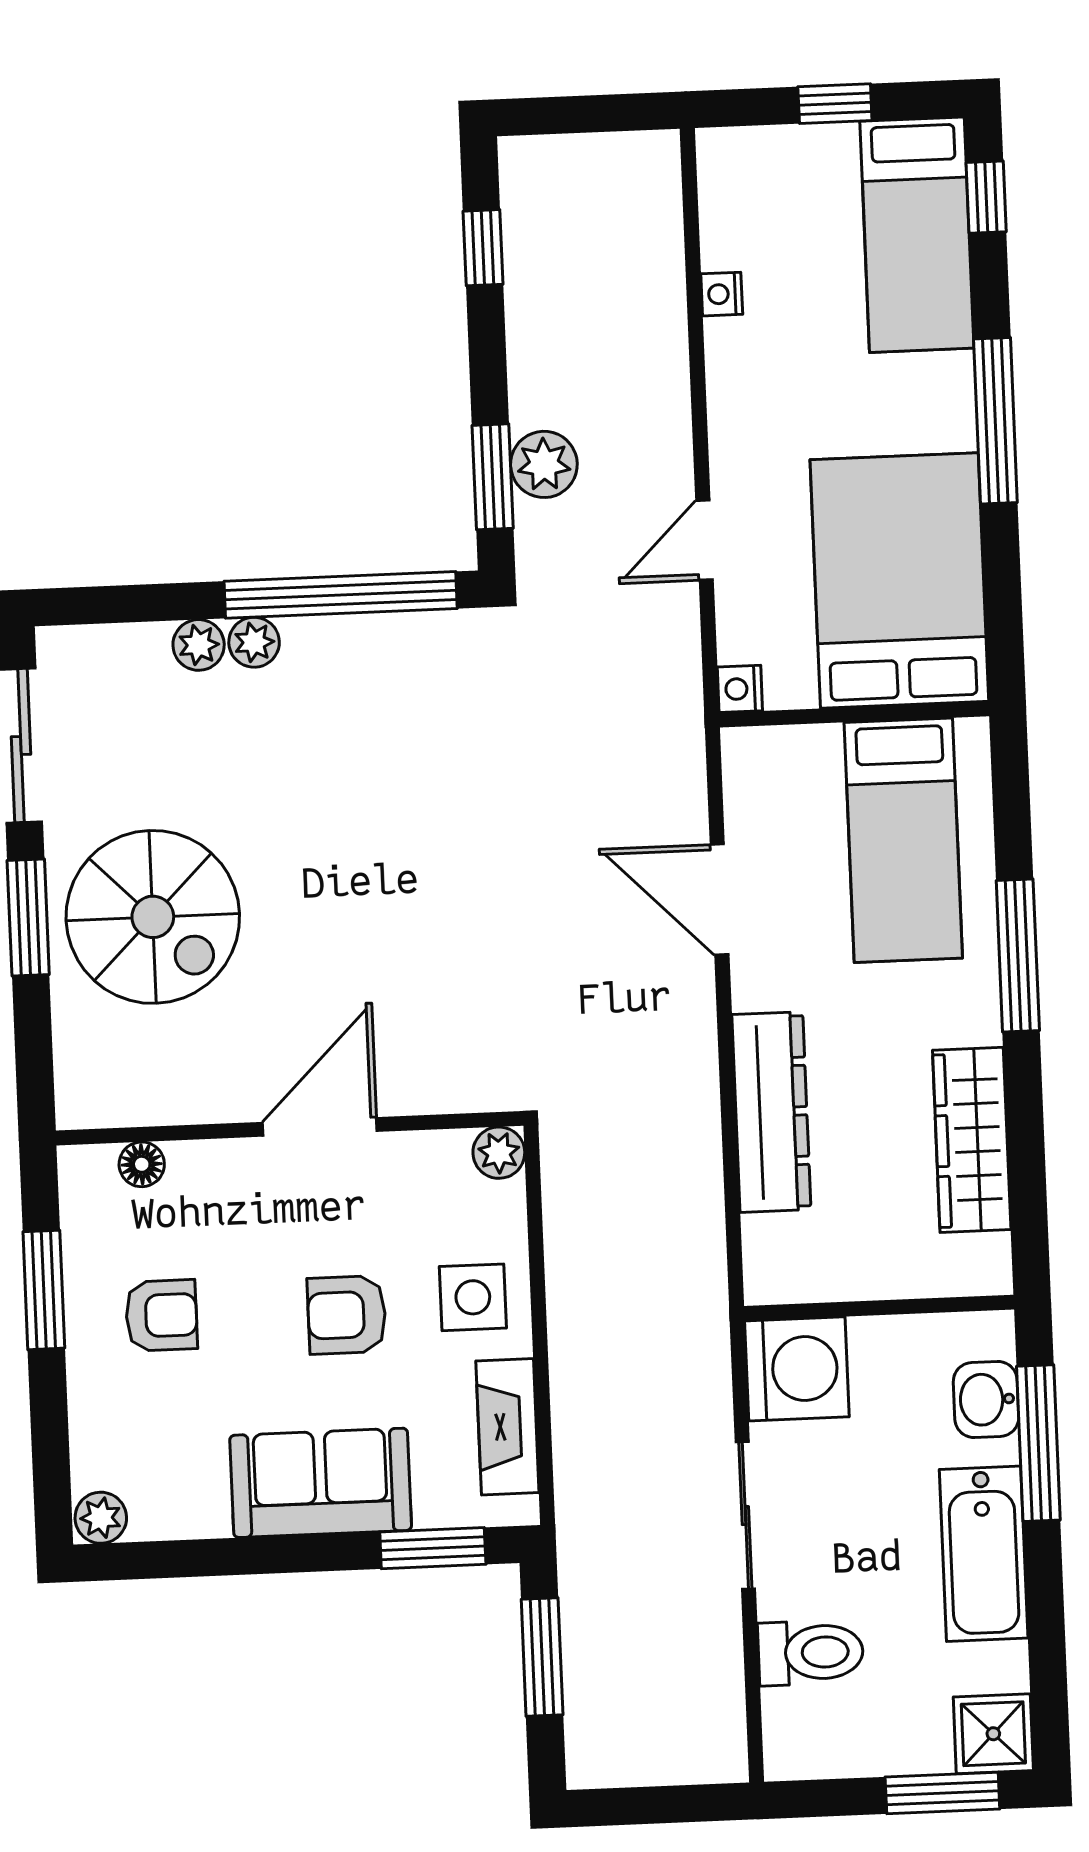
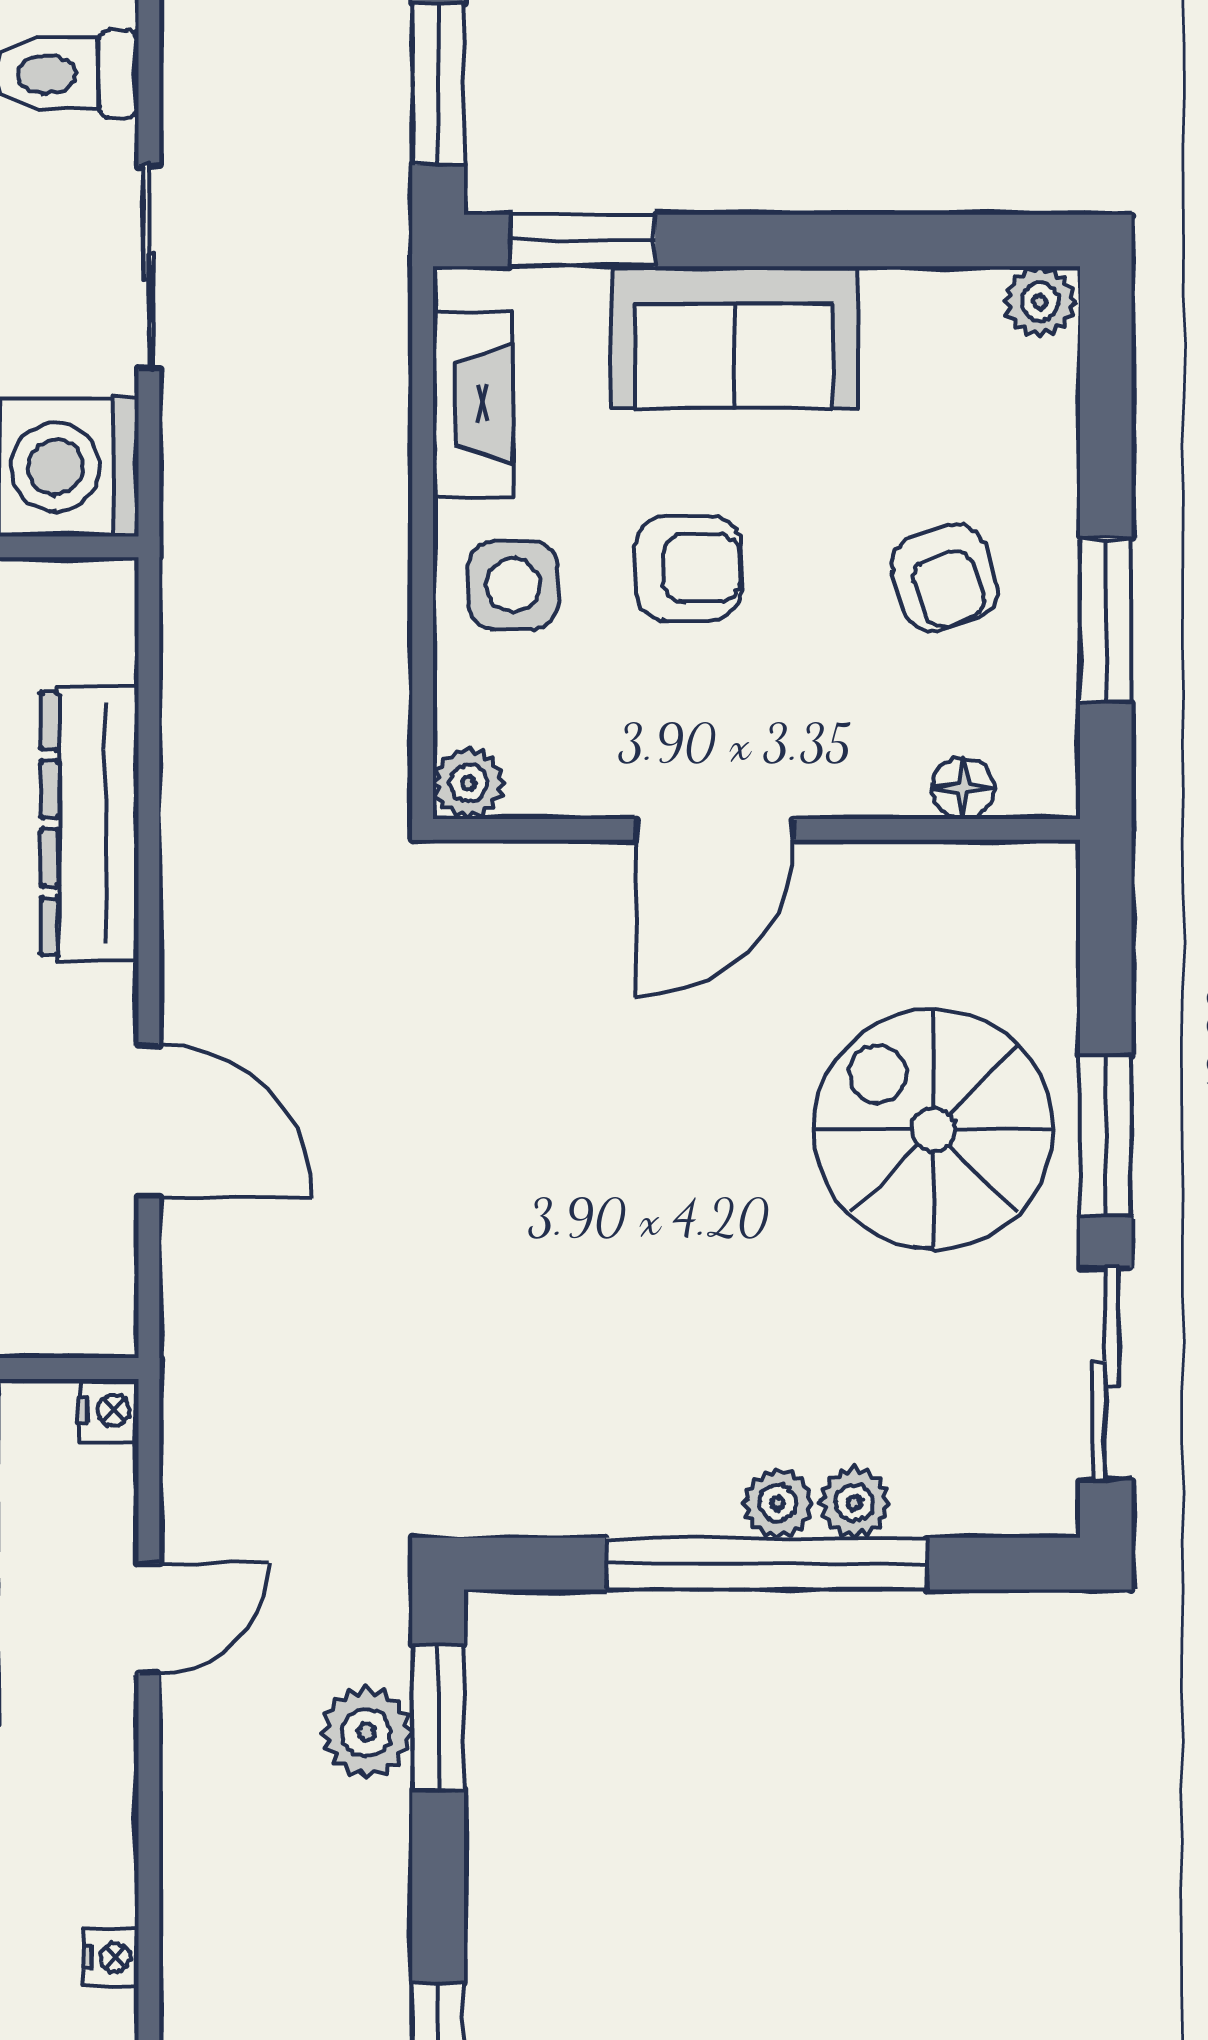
window: (341, 595) -> (767, 1564), moved
armchair: (161, 1315) -> (945, 578), turned -109

